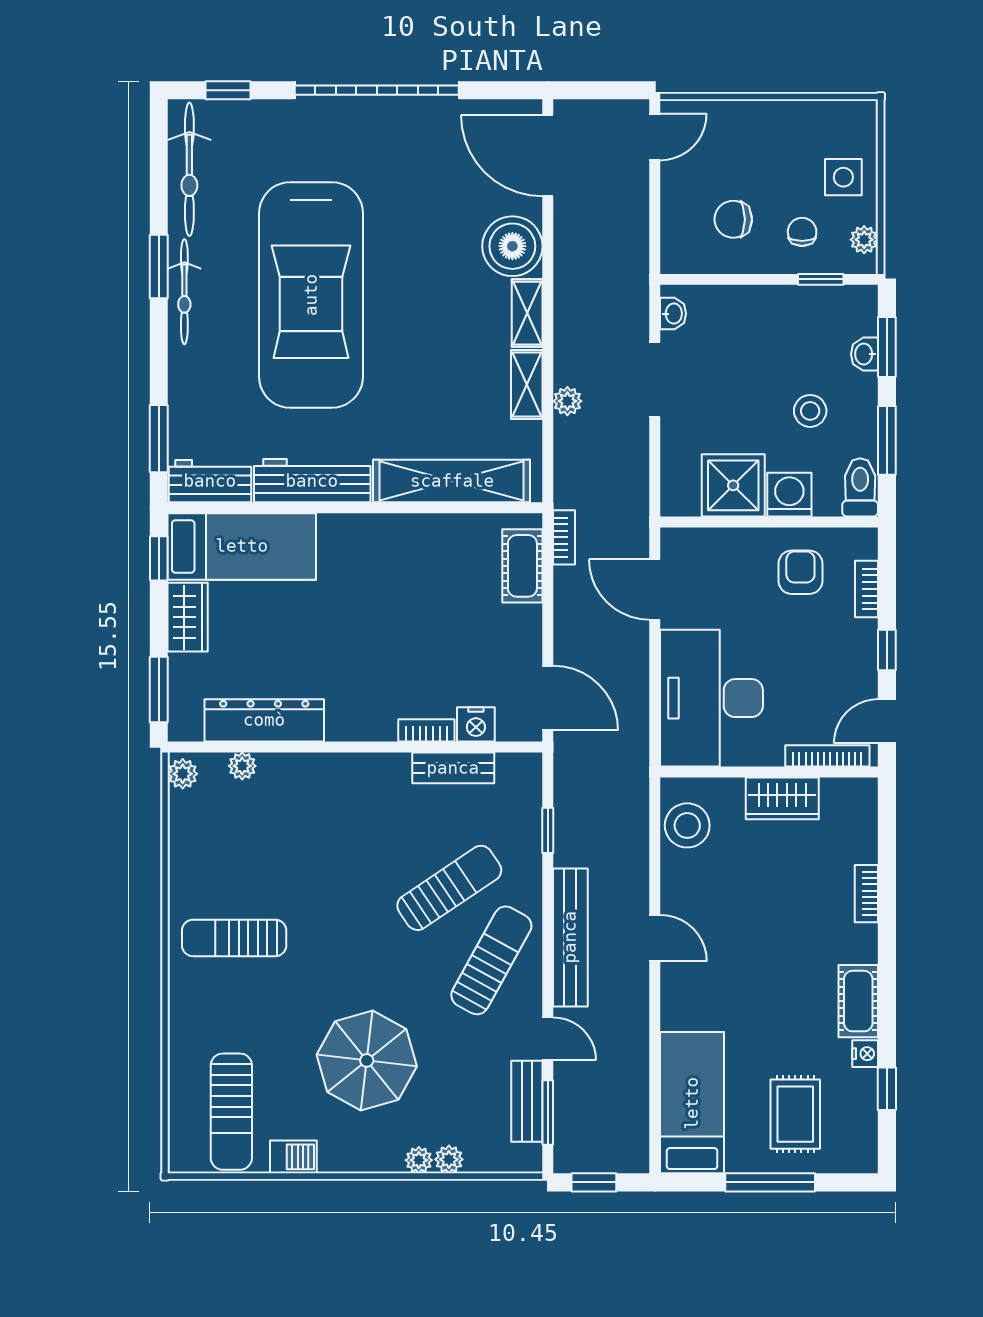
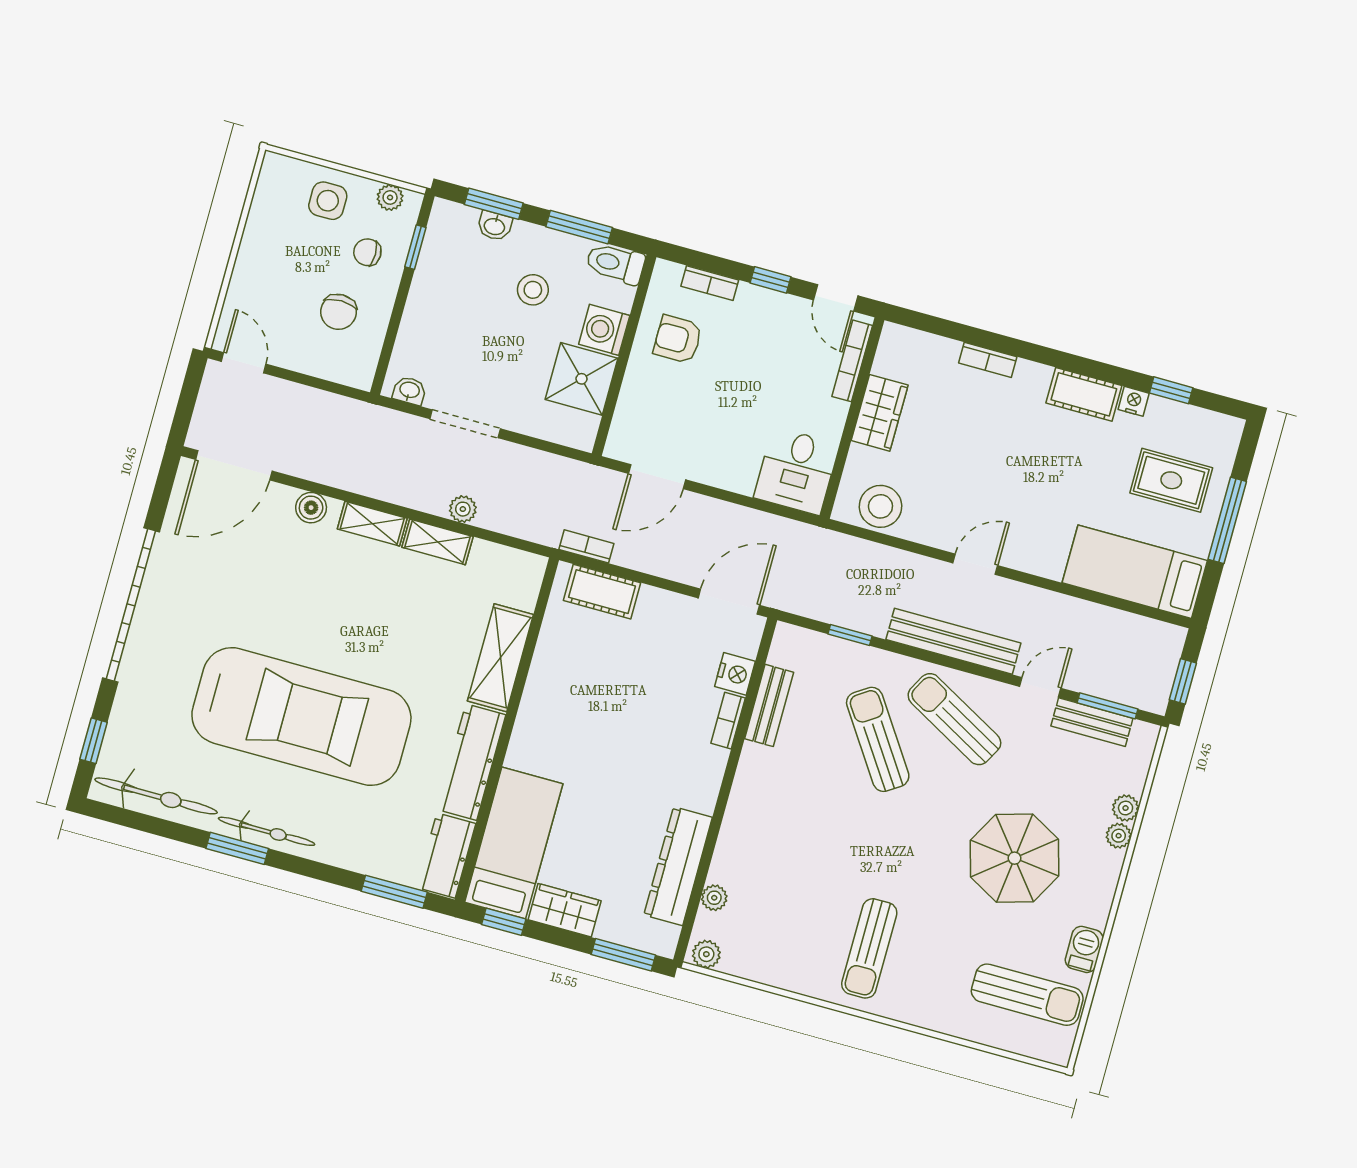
boiler: (512, 246) -> (311, 508), width x0.54, depth x0.54
shelving: (452, 481) -> (500, 658), width x0.68
desk: (711, 698) -> (796, 471), width x0.53, depth x0.77

